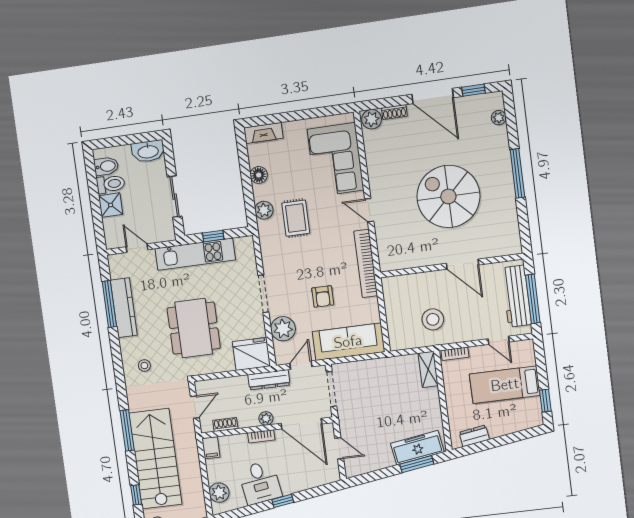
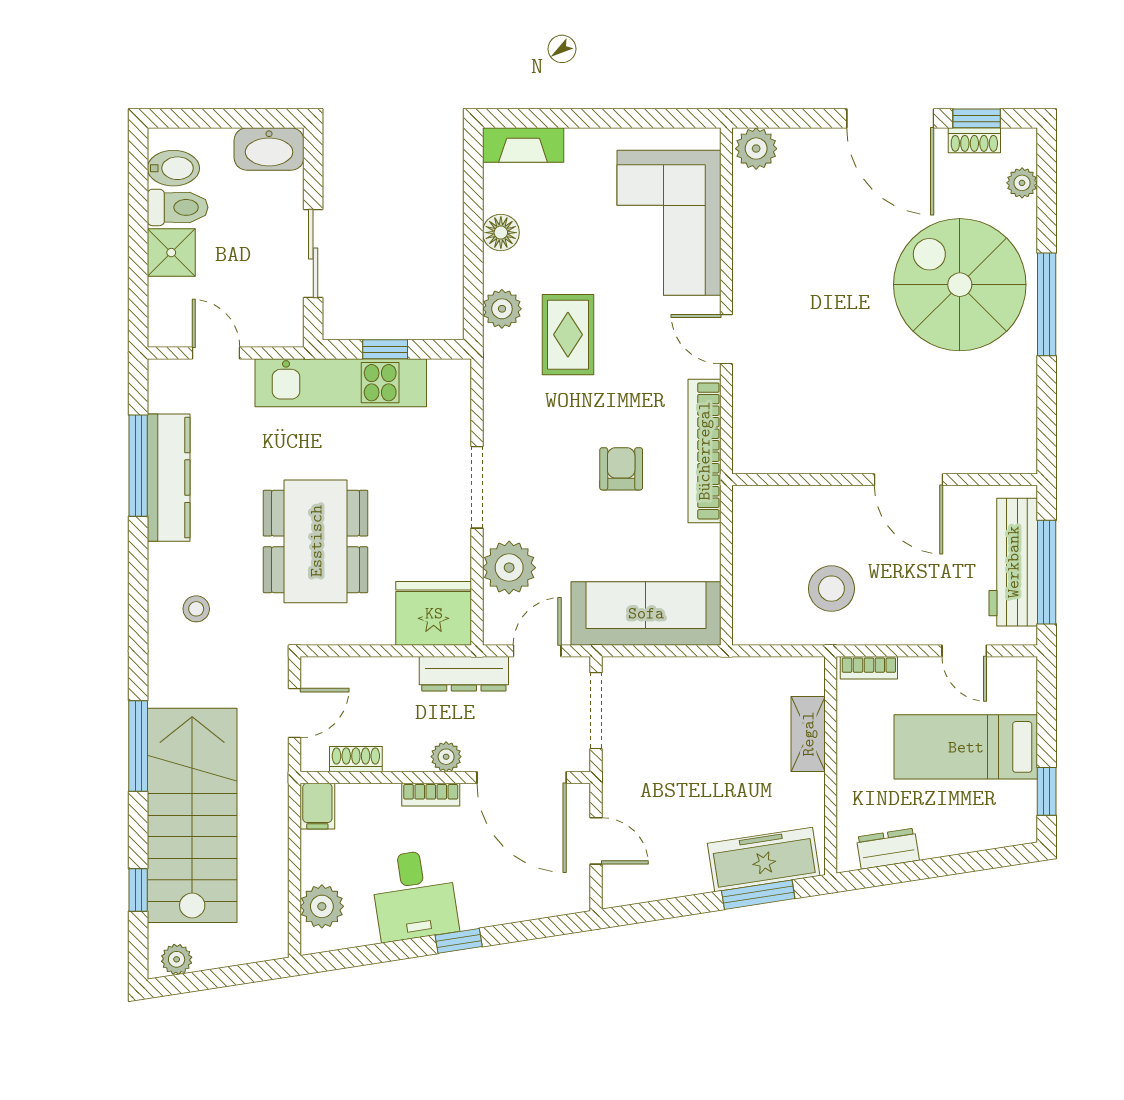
shoe rack: (394, 112) -> (974, 140), moved
spiral stairs: (448, 196) -> (960, 285), moved
armchair: (323, 296) -> (621, 469), moved, turned 180
shelving: (428, 369) -> (808, 734), moved

